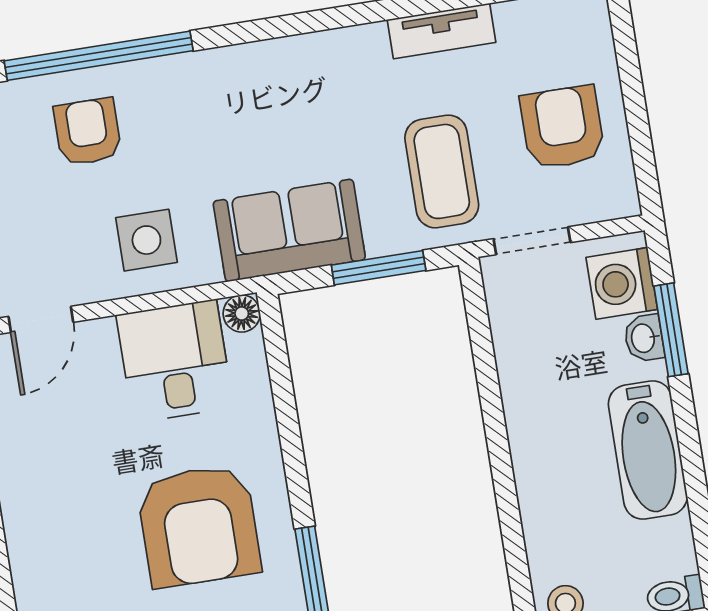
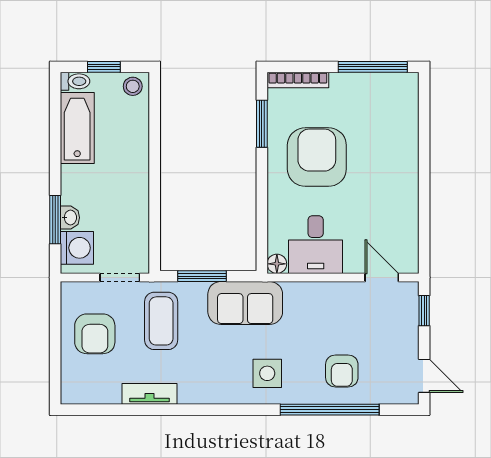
side table: (146, 240) -> (267, 373), moved
door: (41, 319) -> (382, 277), hinge flipped
bathtub: (648, 450) -> (77, 128), moved

